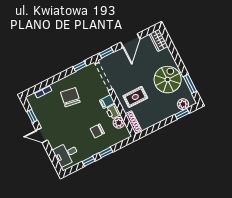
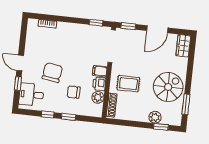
chair: (70, 97) -> (52, 72), moved
plant: (183, 104) -> (155, 117), moved
window: (32, 116) -> (18, 84), moved

